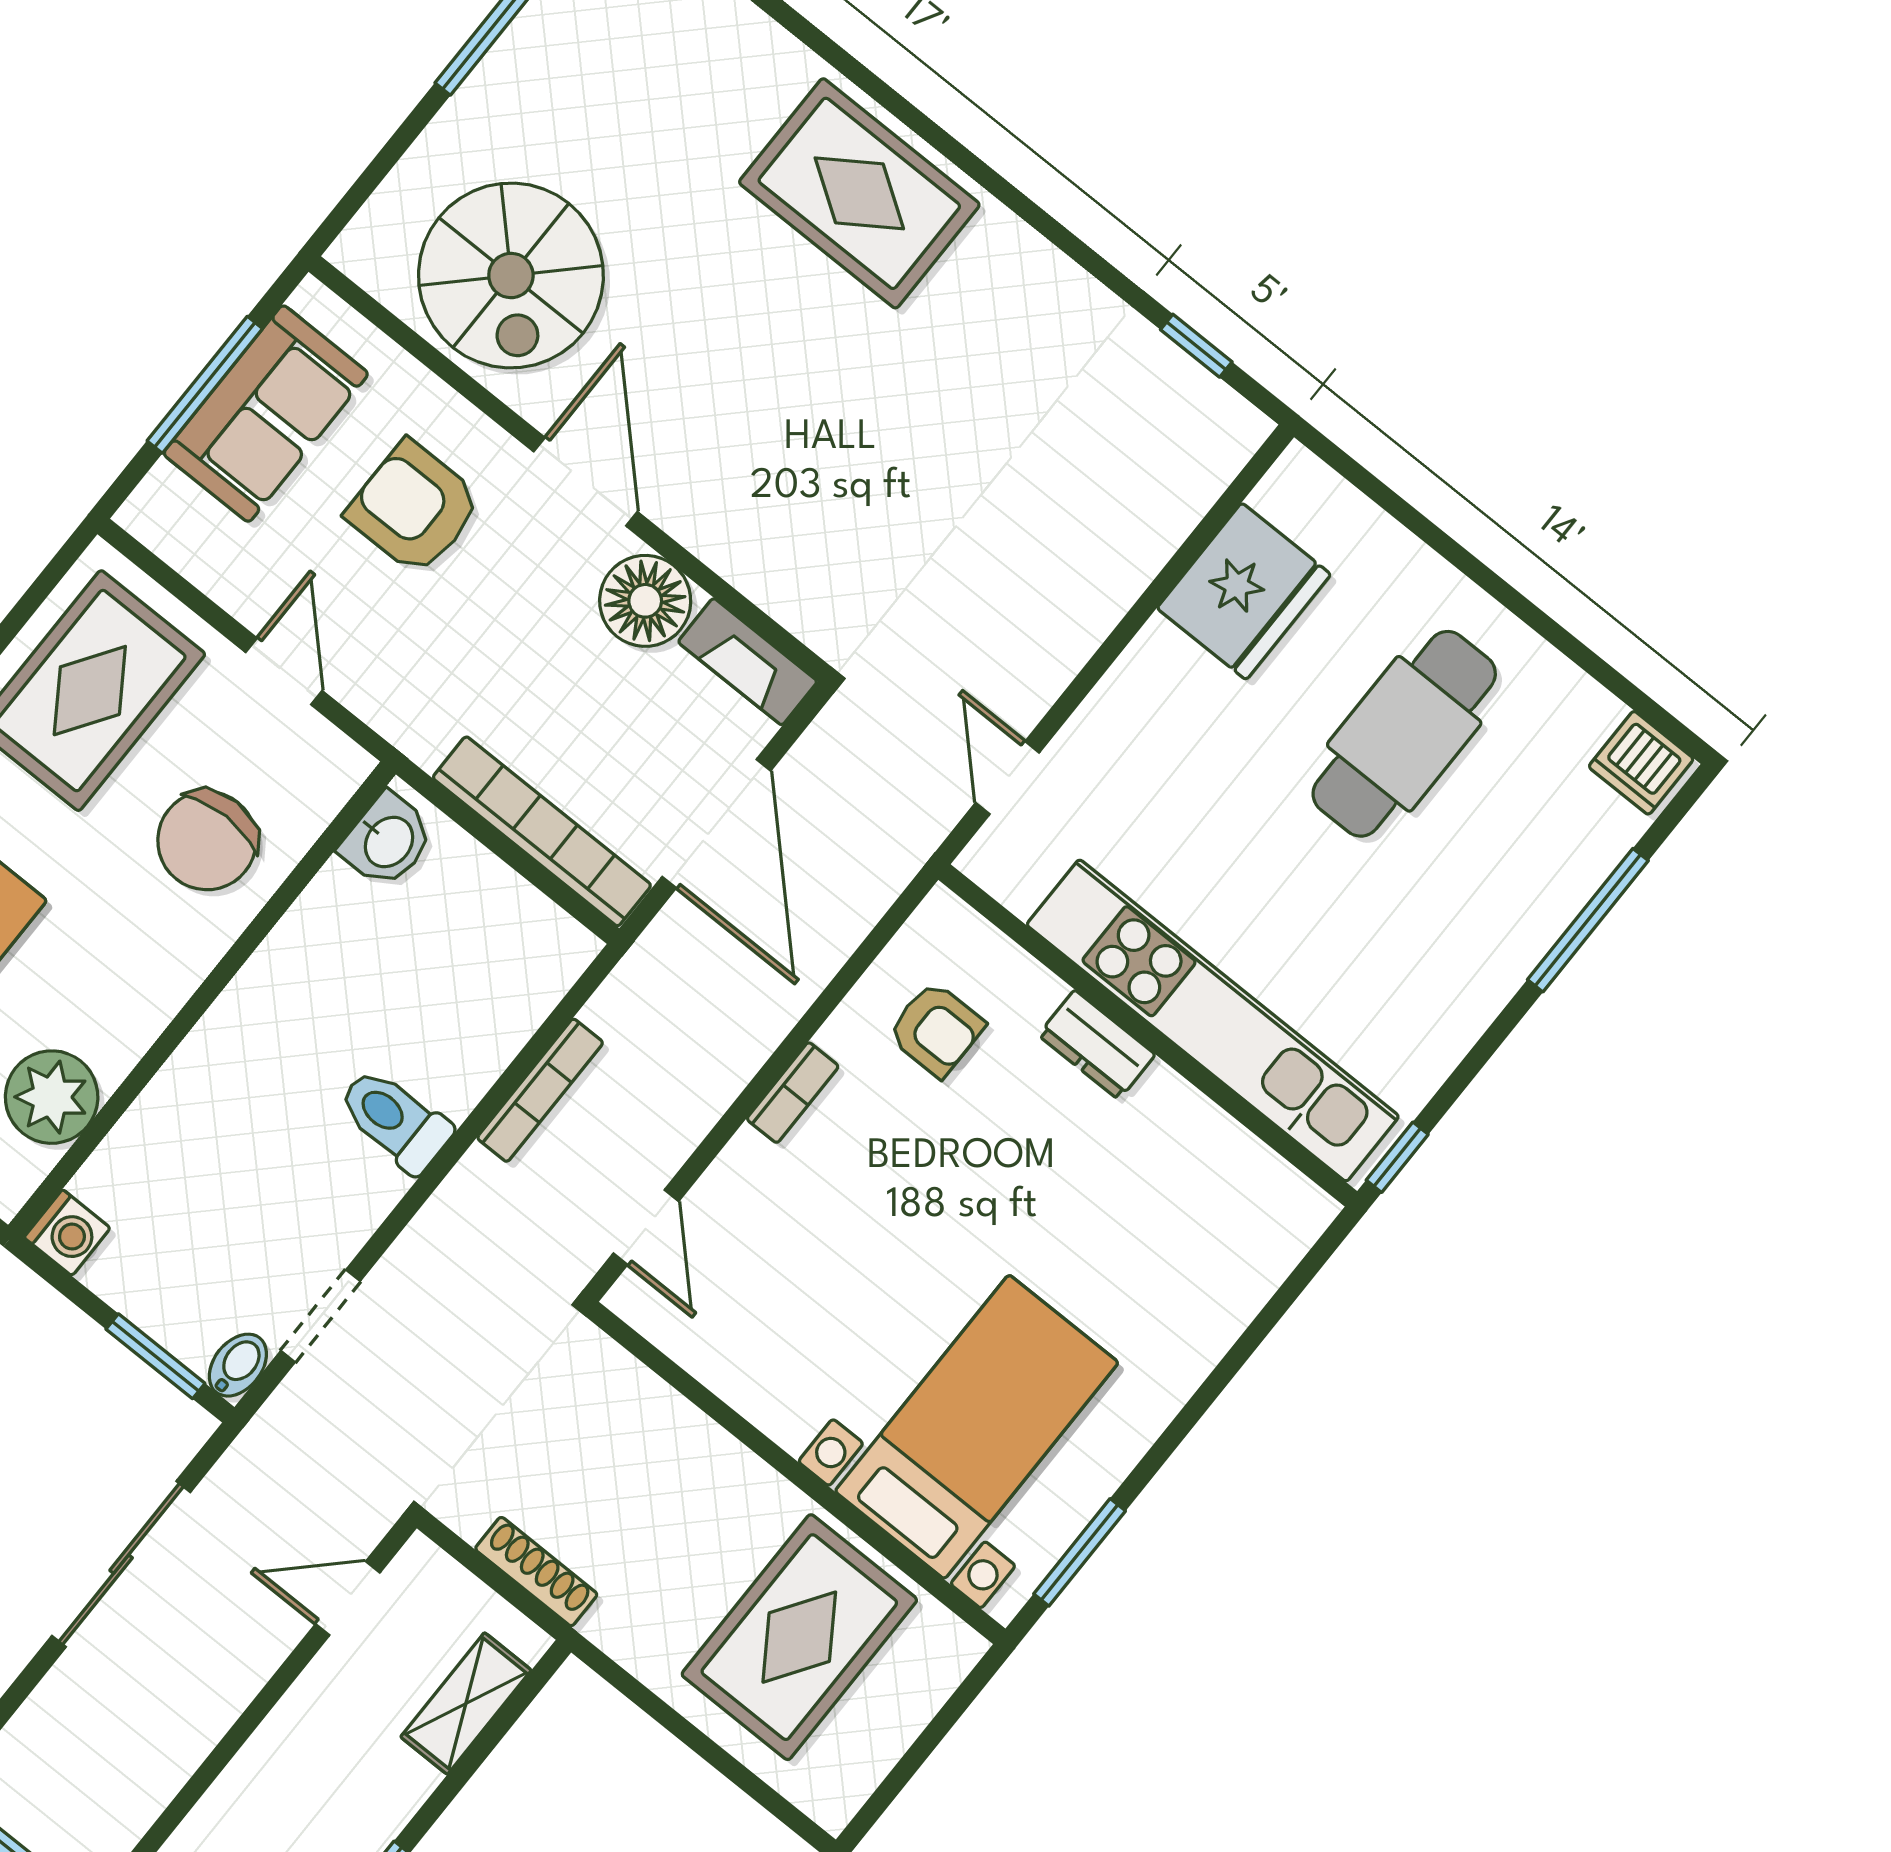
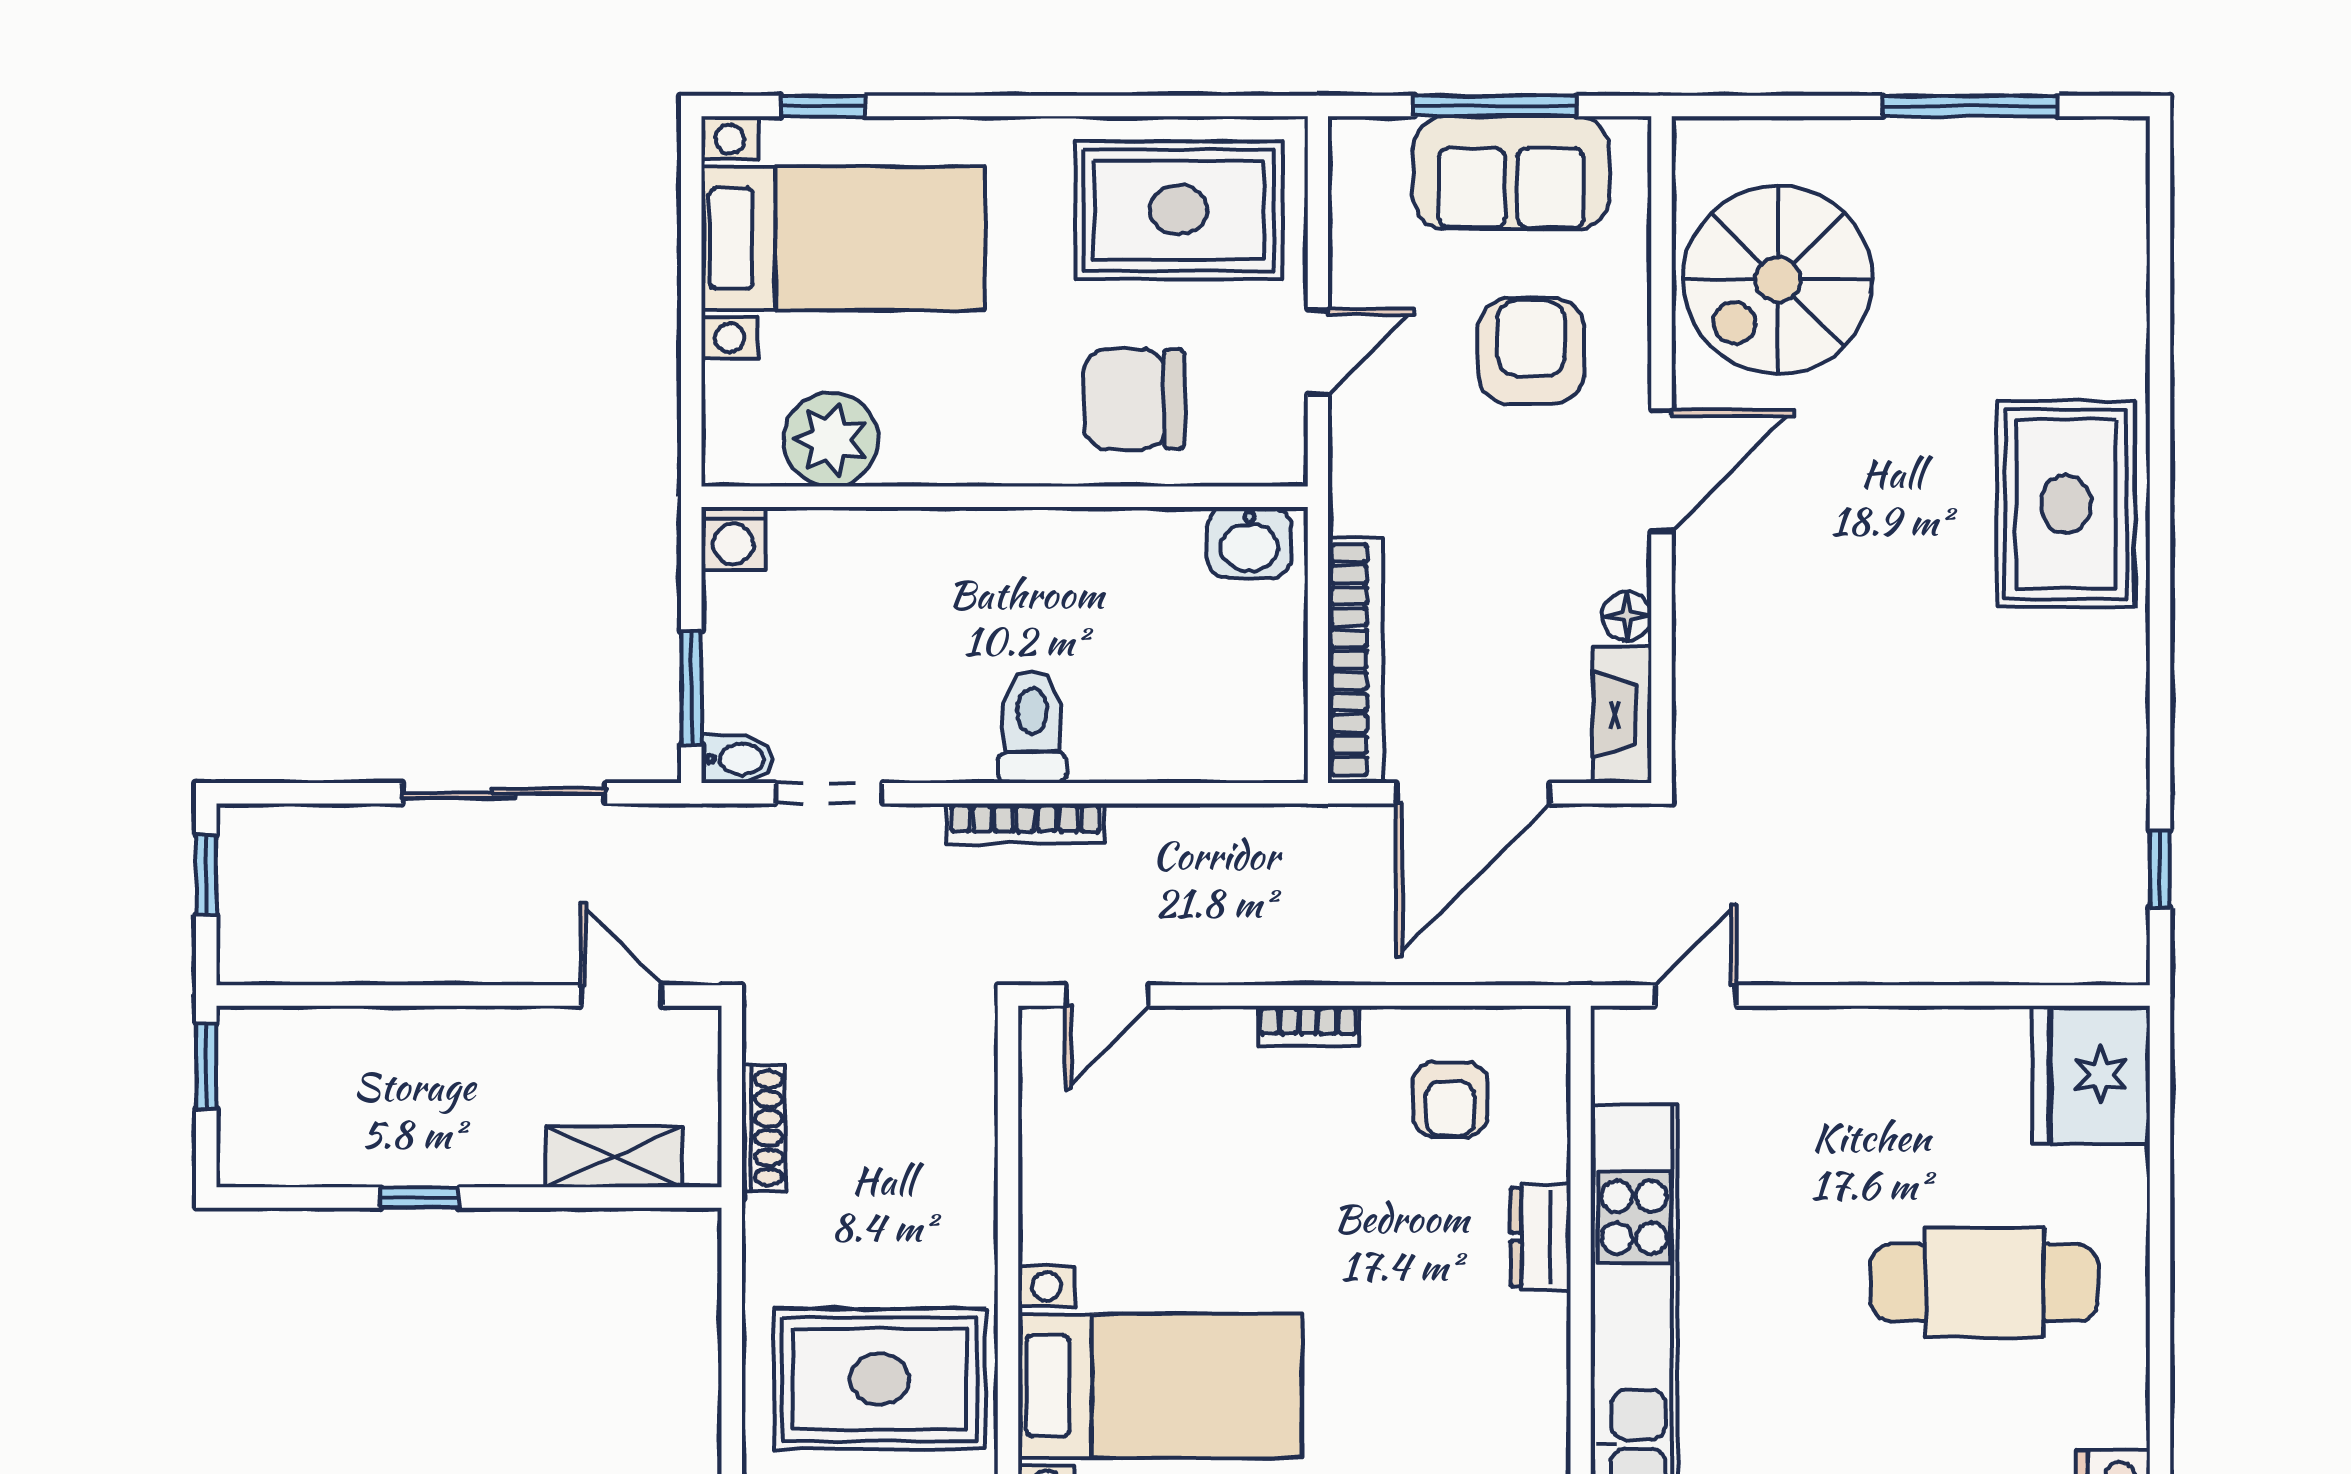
fridge: (1244, 591) -> (2091, 1075), moved, turned 90
floor lamp: (645, 601) -> (1627, 616), width x0.53, depth x0.53
bookcase: (540, 1090) -> (1025, 824), moved

